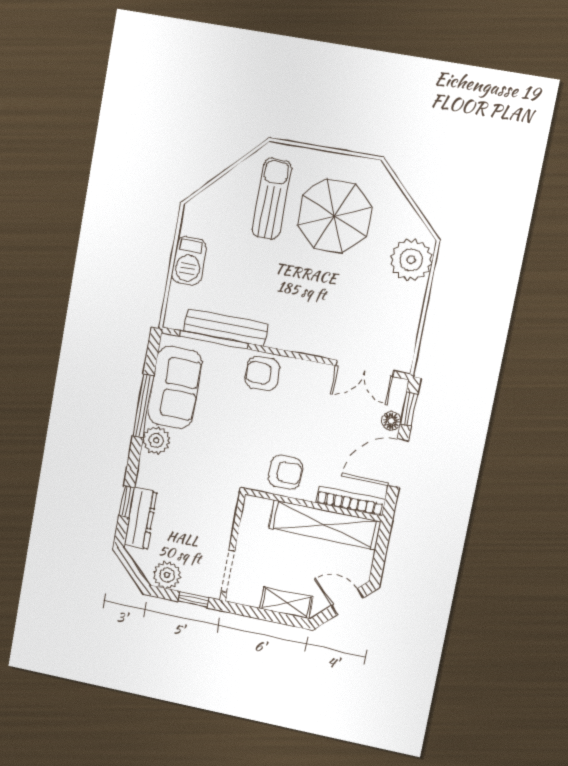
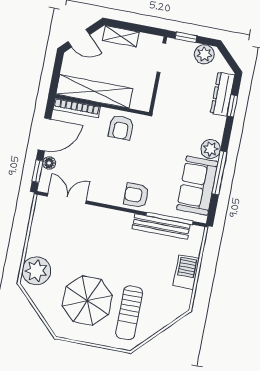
armchair: (262, 374) -> (136, 195), turned 180
armchair: (285, 472) -> (121, 128), turned -90

